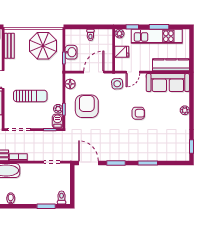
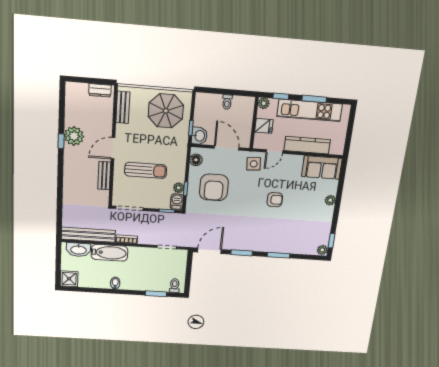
washbasin: (71, 52) -> (199, 136), moved
kitchen counter: (171, 65) -> (307, 145), moved
door: (94, 72) -> (227, 148), hinge flipped
sofa: (168, 83) -> (322, 167), width x0.73
armchair: (87, 106) -> (214, 187), turned 180
plant: (185, 156) -> (322, 250), added
door: (88, 163) -> (209, 251), hinge flipped

